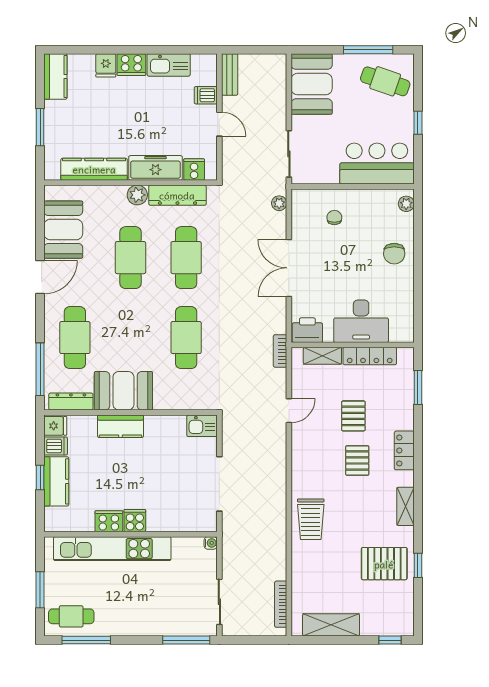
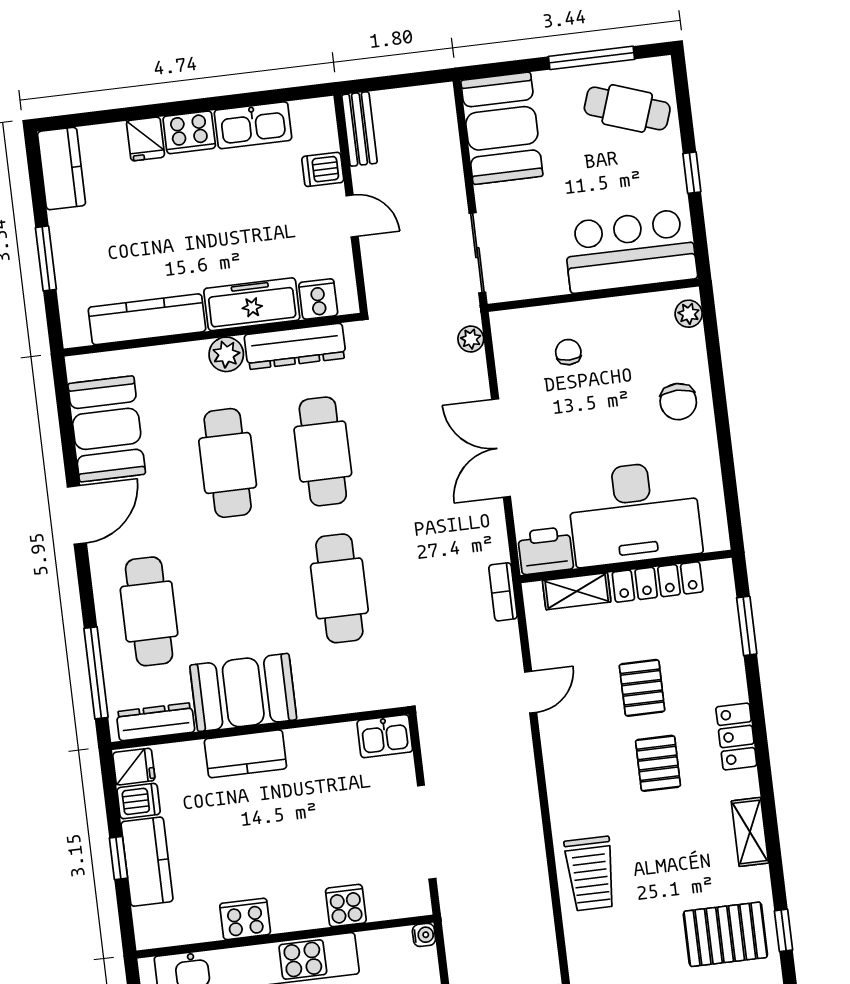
desk: (361, 321) -> (634, 513), width x1.36, depth x1.30
cooker: (135, 521) -> (346, 906), moved

